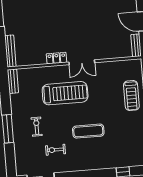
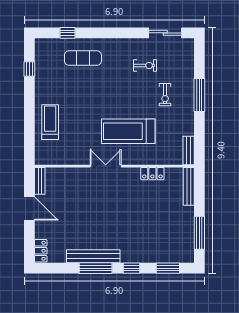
locker: (57, 58) -> (152, 174), moved
exercise mat: (88, 131) -> (83, 58), moved

